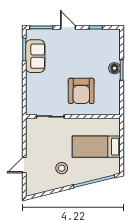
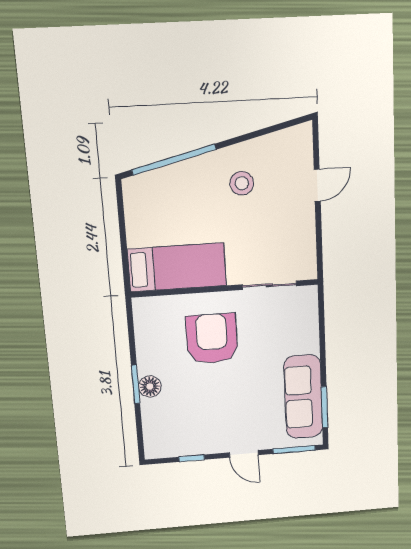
sofa: (35, 56) -> (303, 397), width x1.36
bed: (96, 147) -> (177, 267), moved

